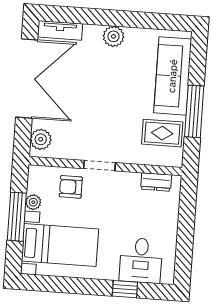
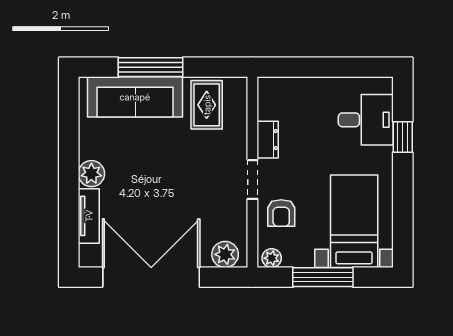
tv unit: (60, 30) -> (89, 216), moved
window: (194, 111) -> (151, 67), moved
dresser: (156, 182) -> (268, 140), moved
plant: (33, 202) -> (272, 258), moved

